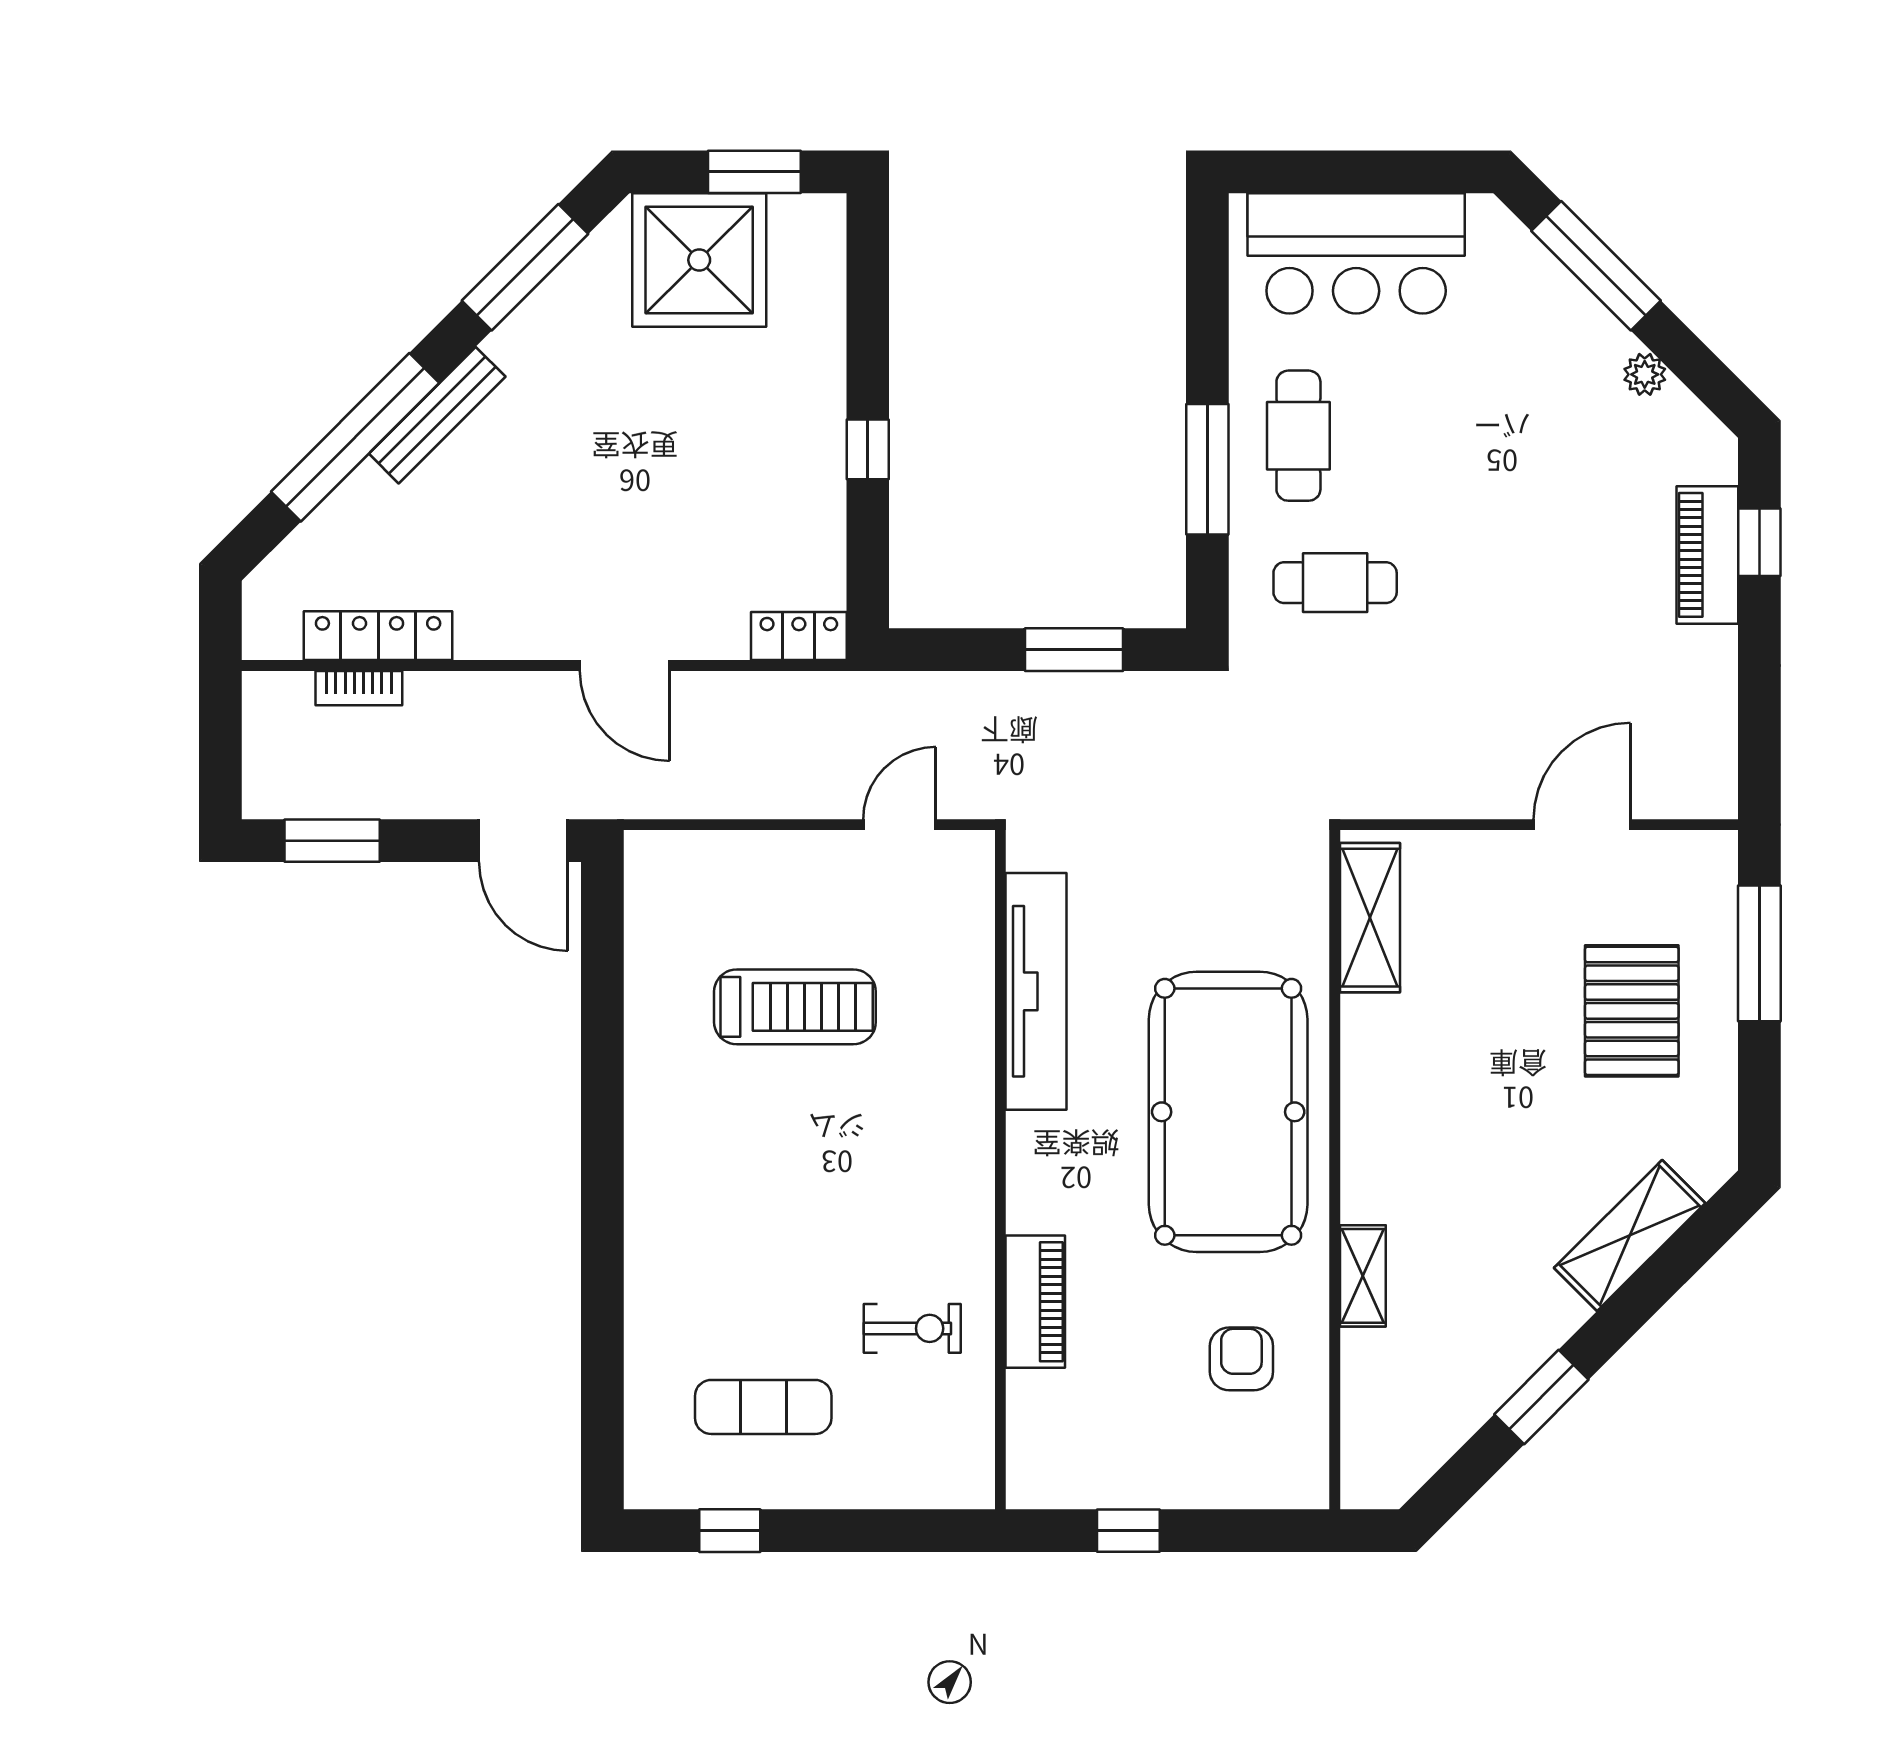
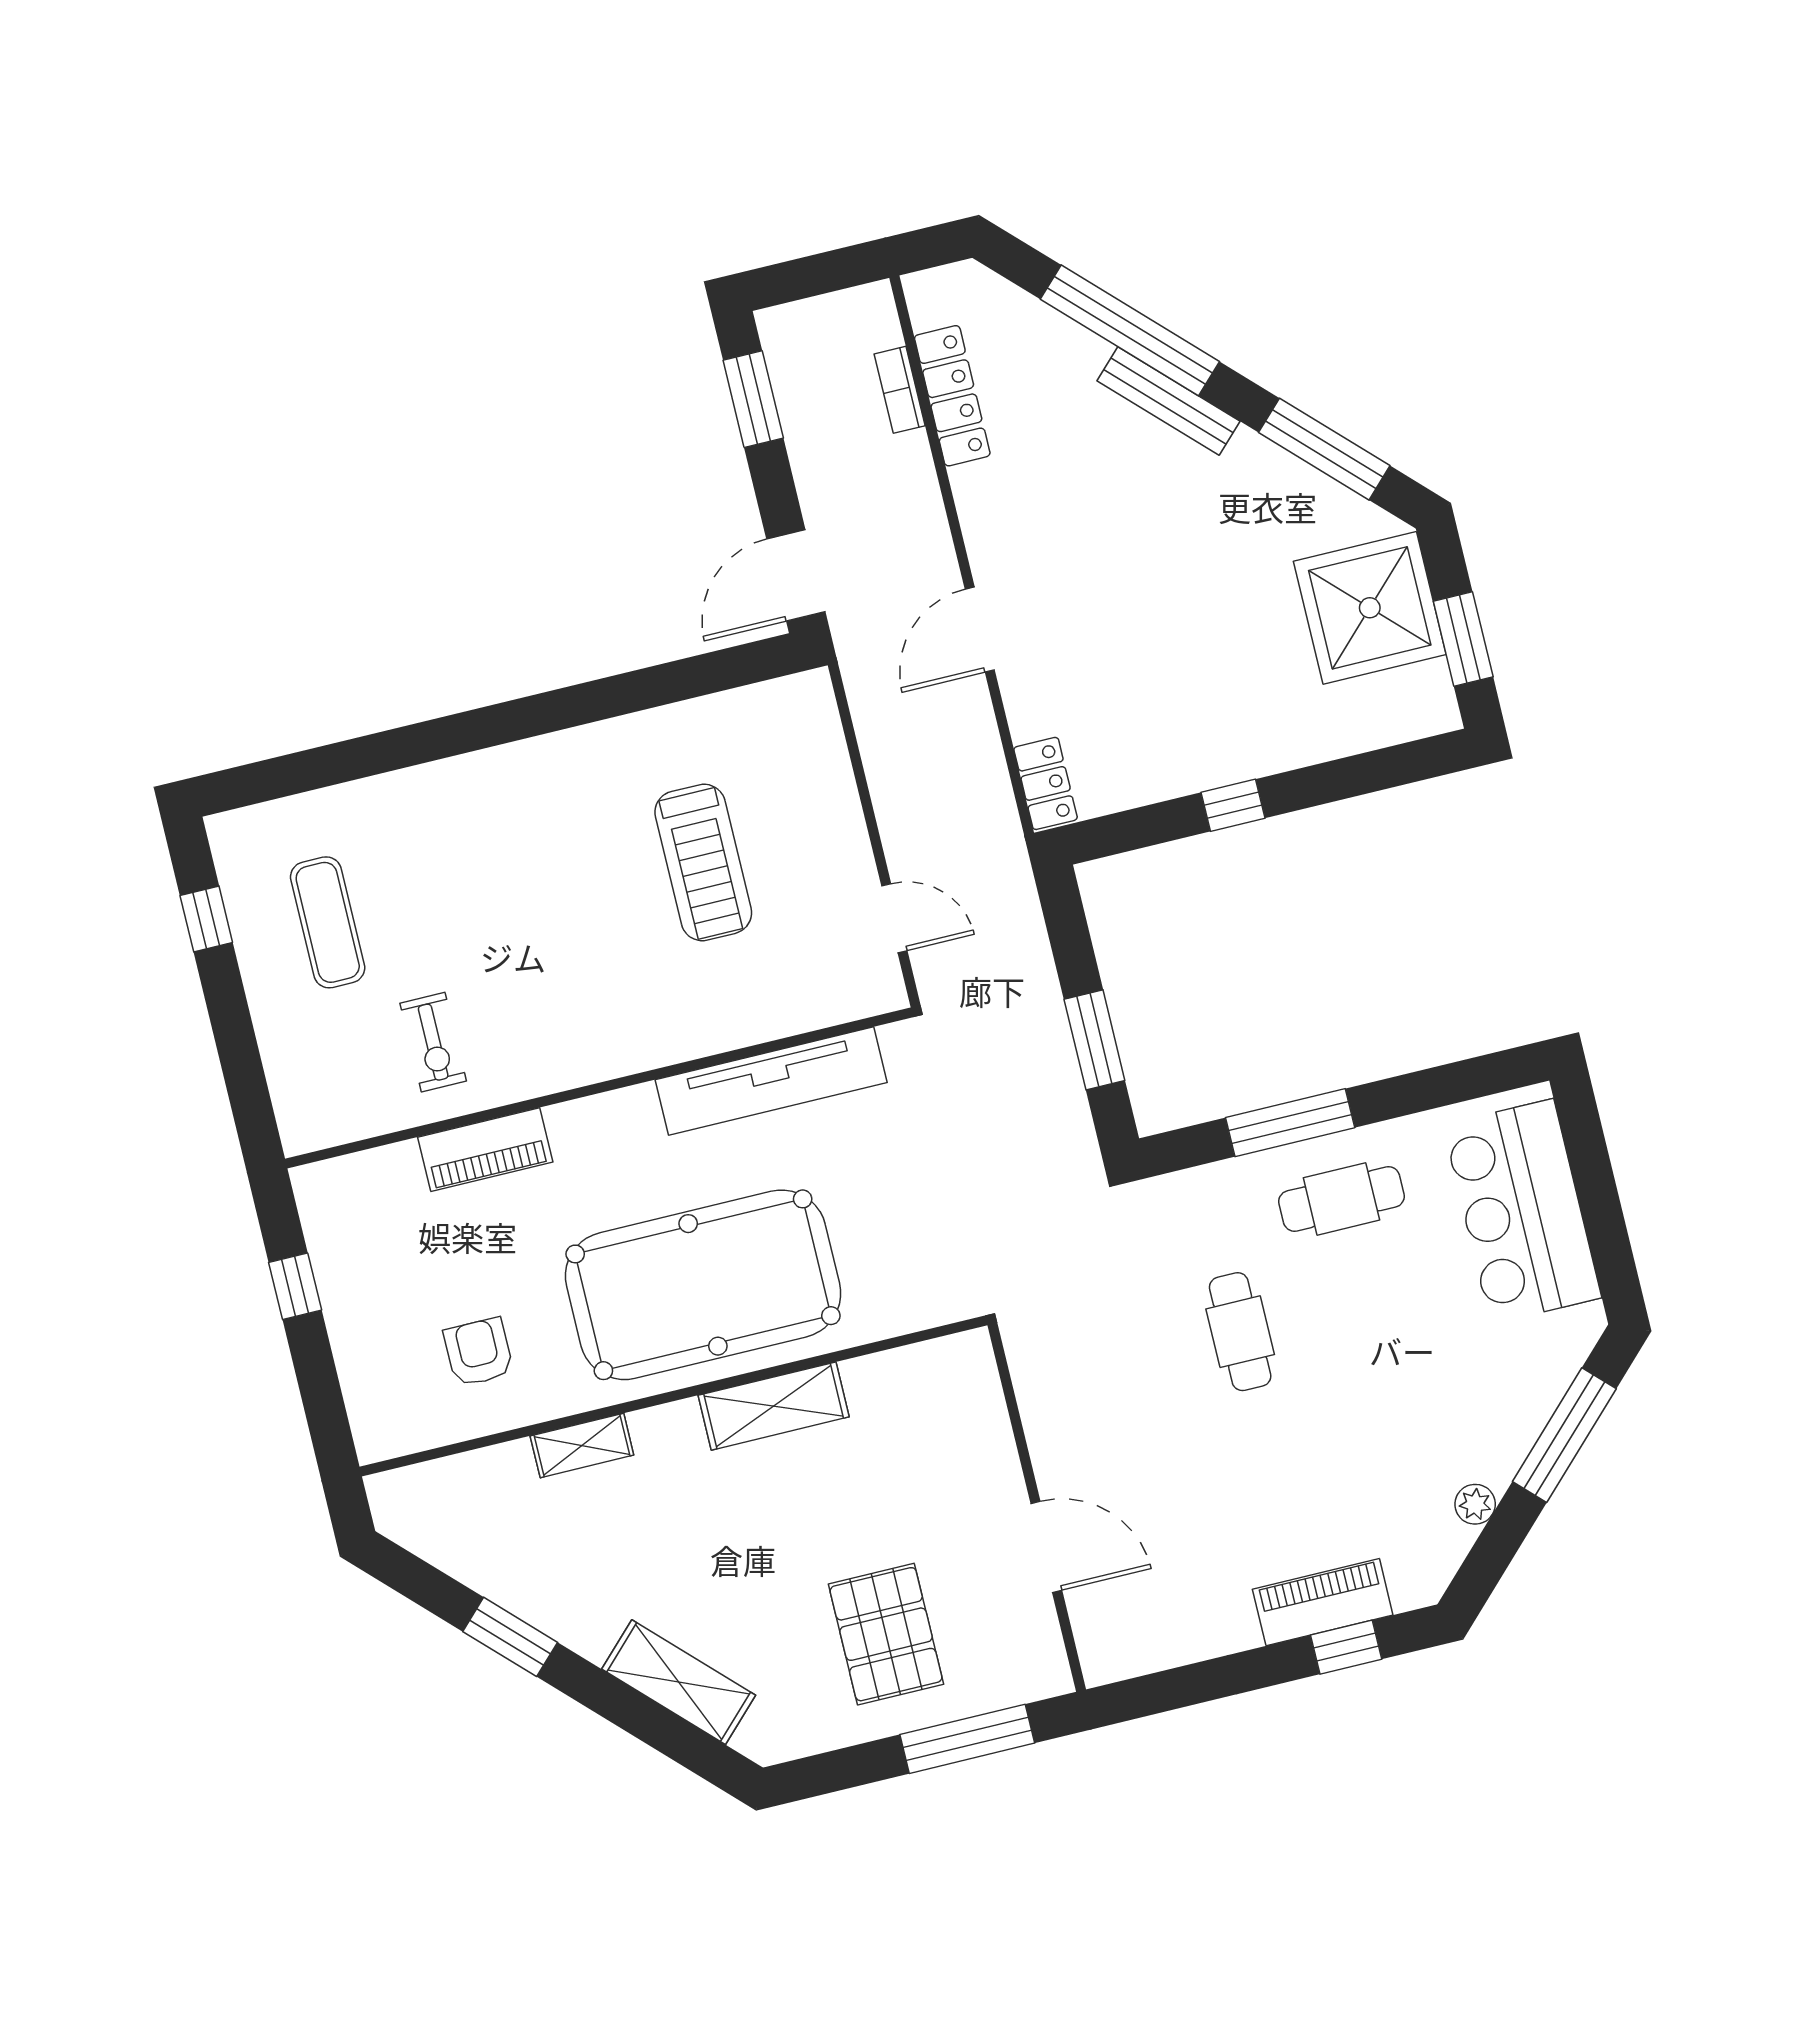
cafe table: (1335, 583) -> (1240, 1332), moved
shelving: (1370, 918) -> (774, 1406), moved
pallet: (1632, 1011) -> (886, 1634), turned 90
armchair: (1241, 1359) -> (478, 1352), turned -90

